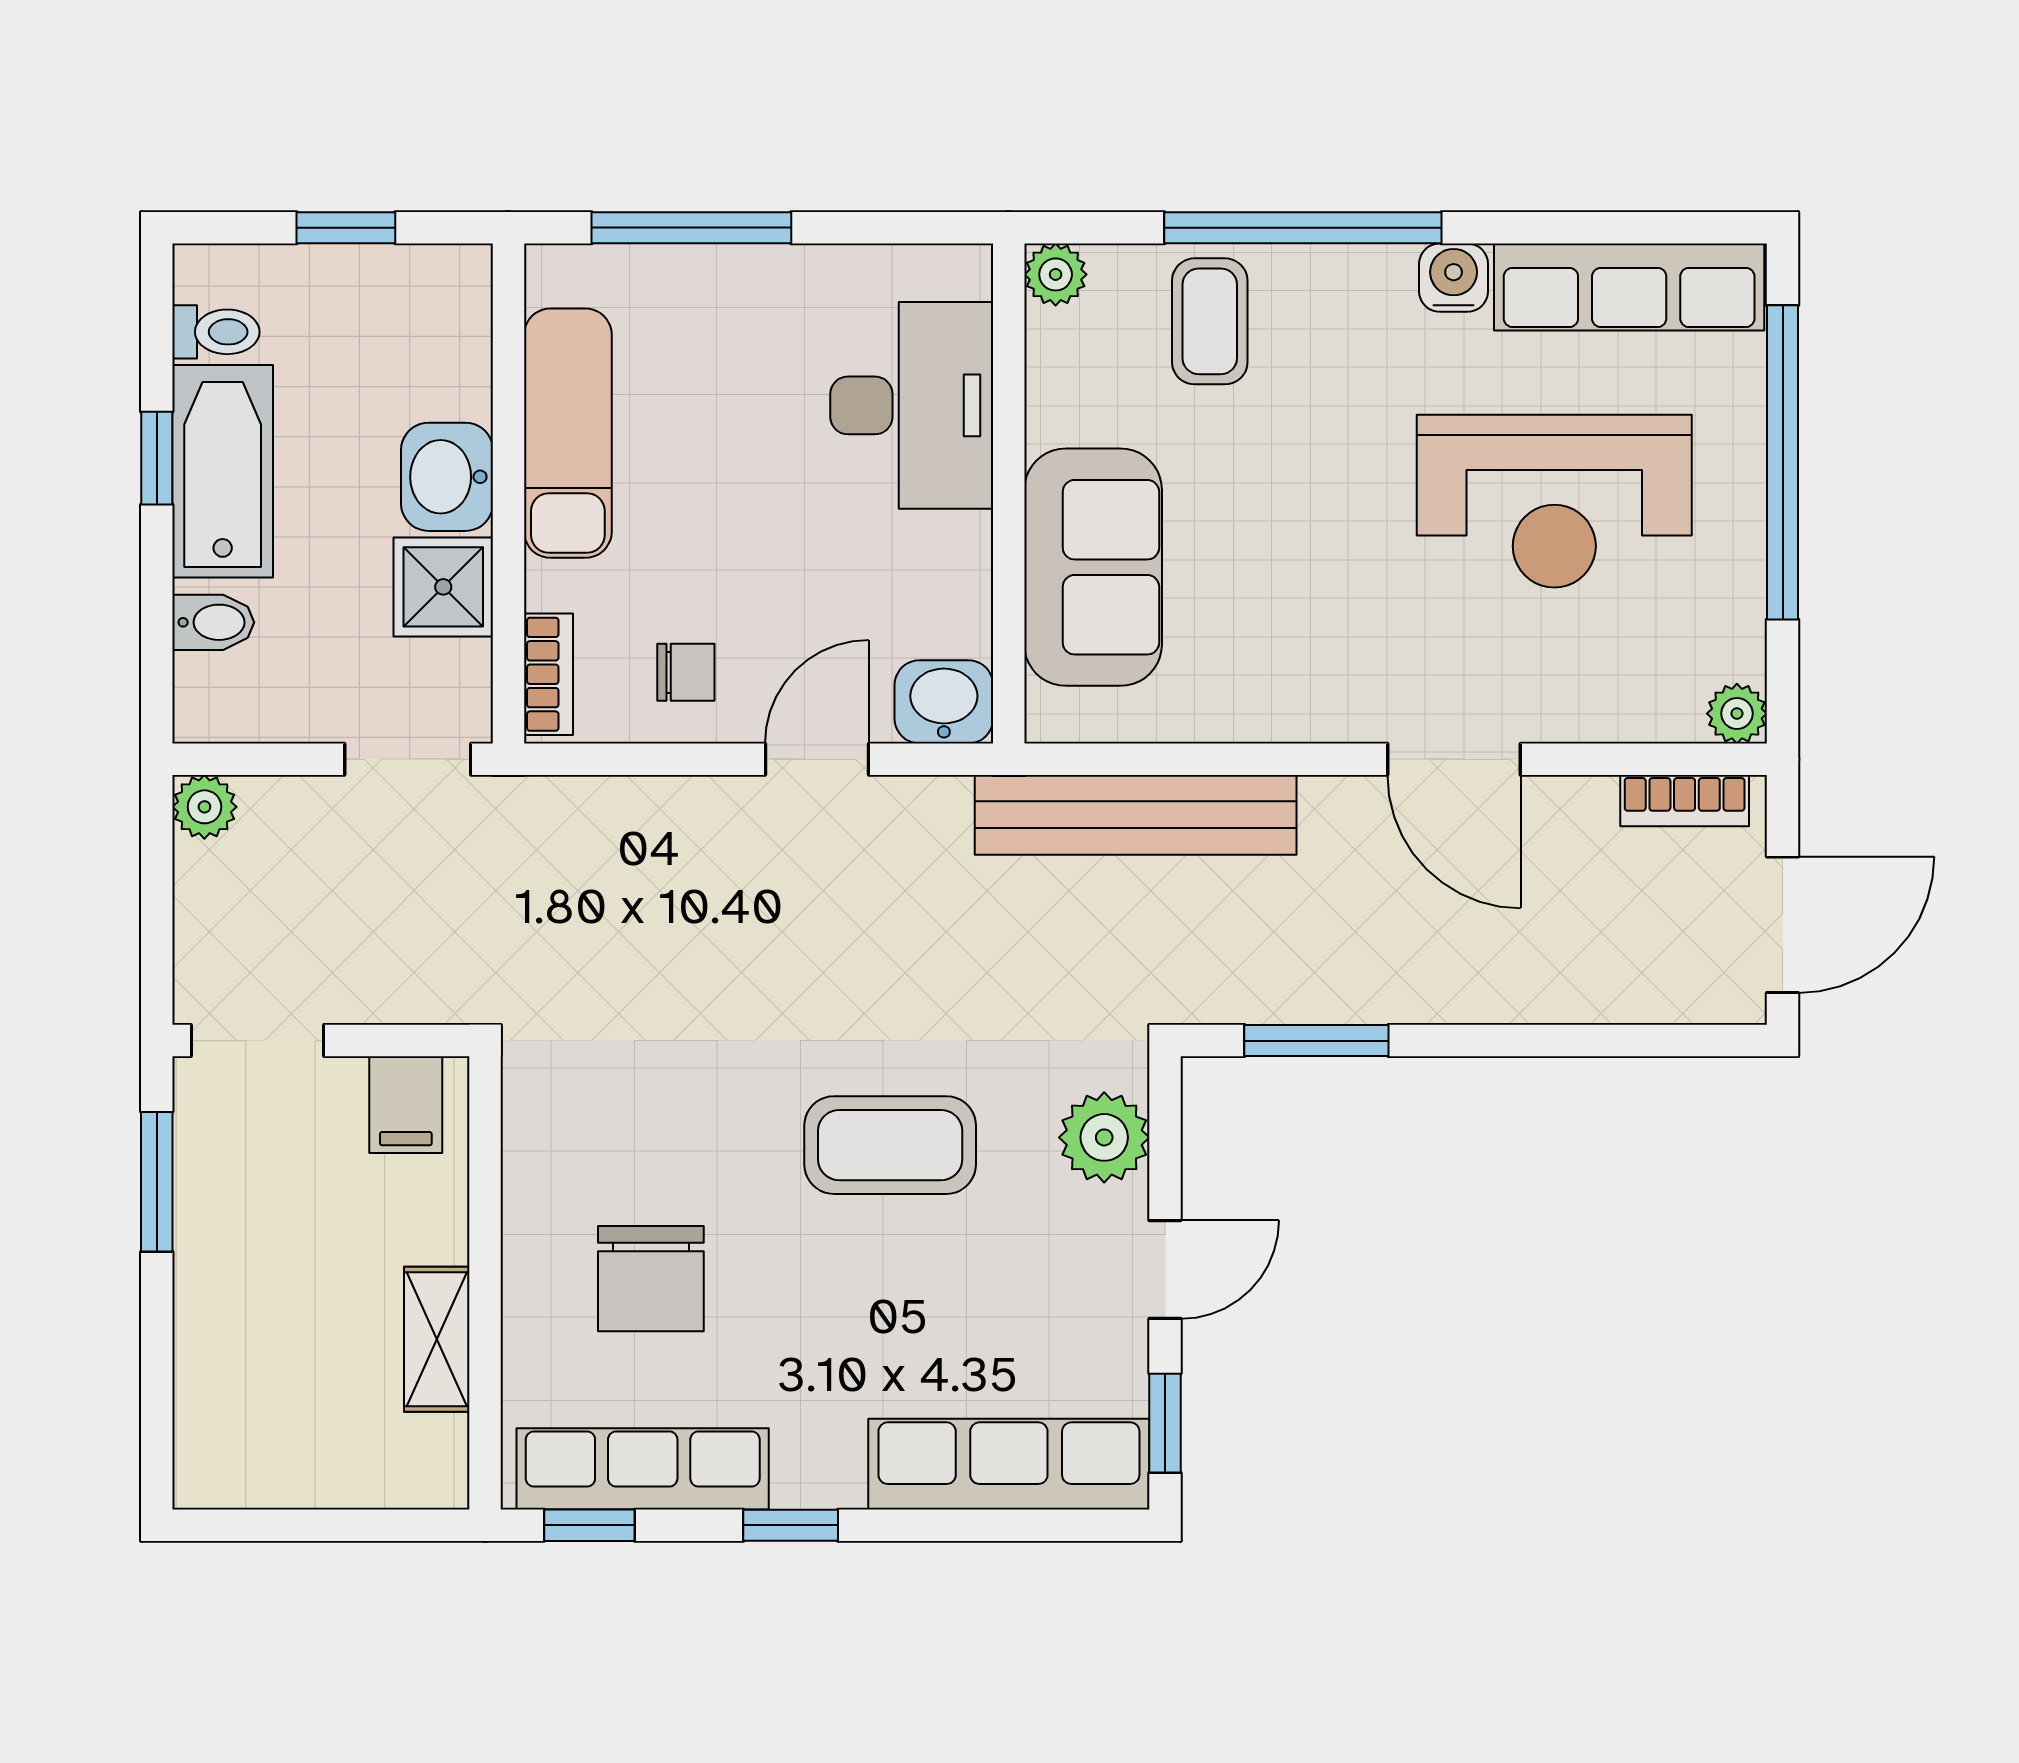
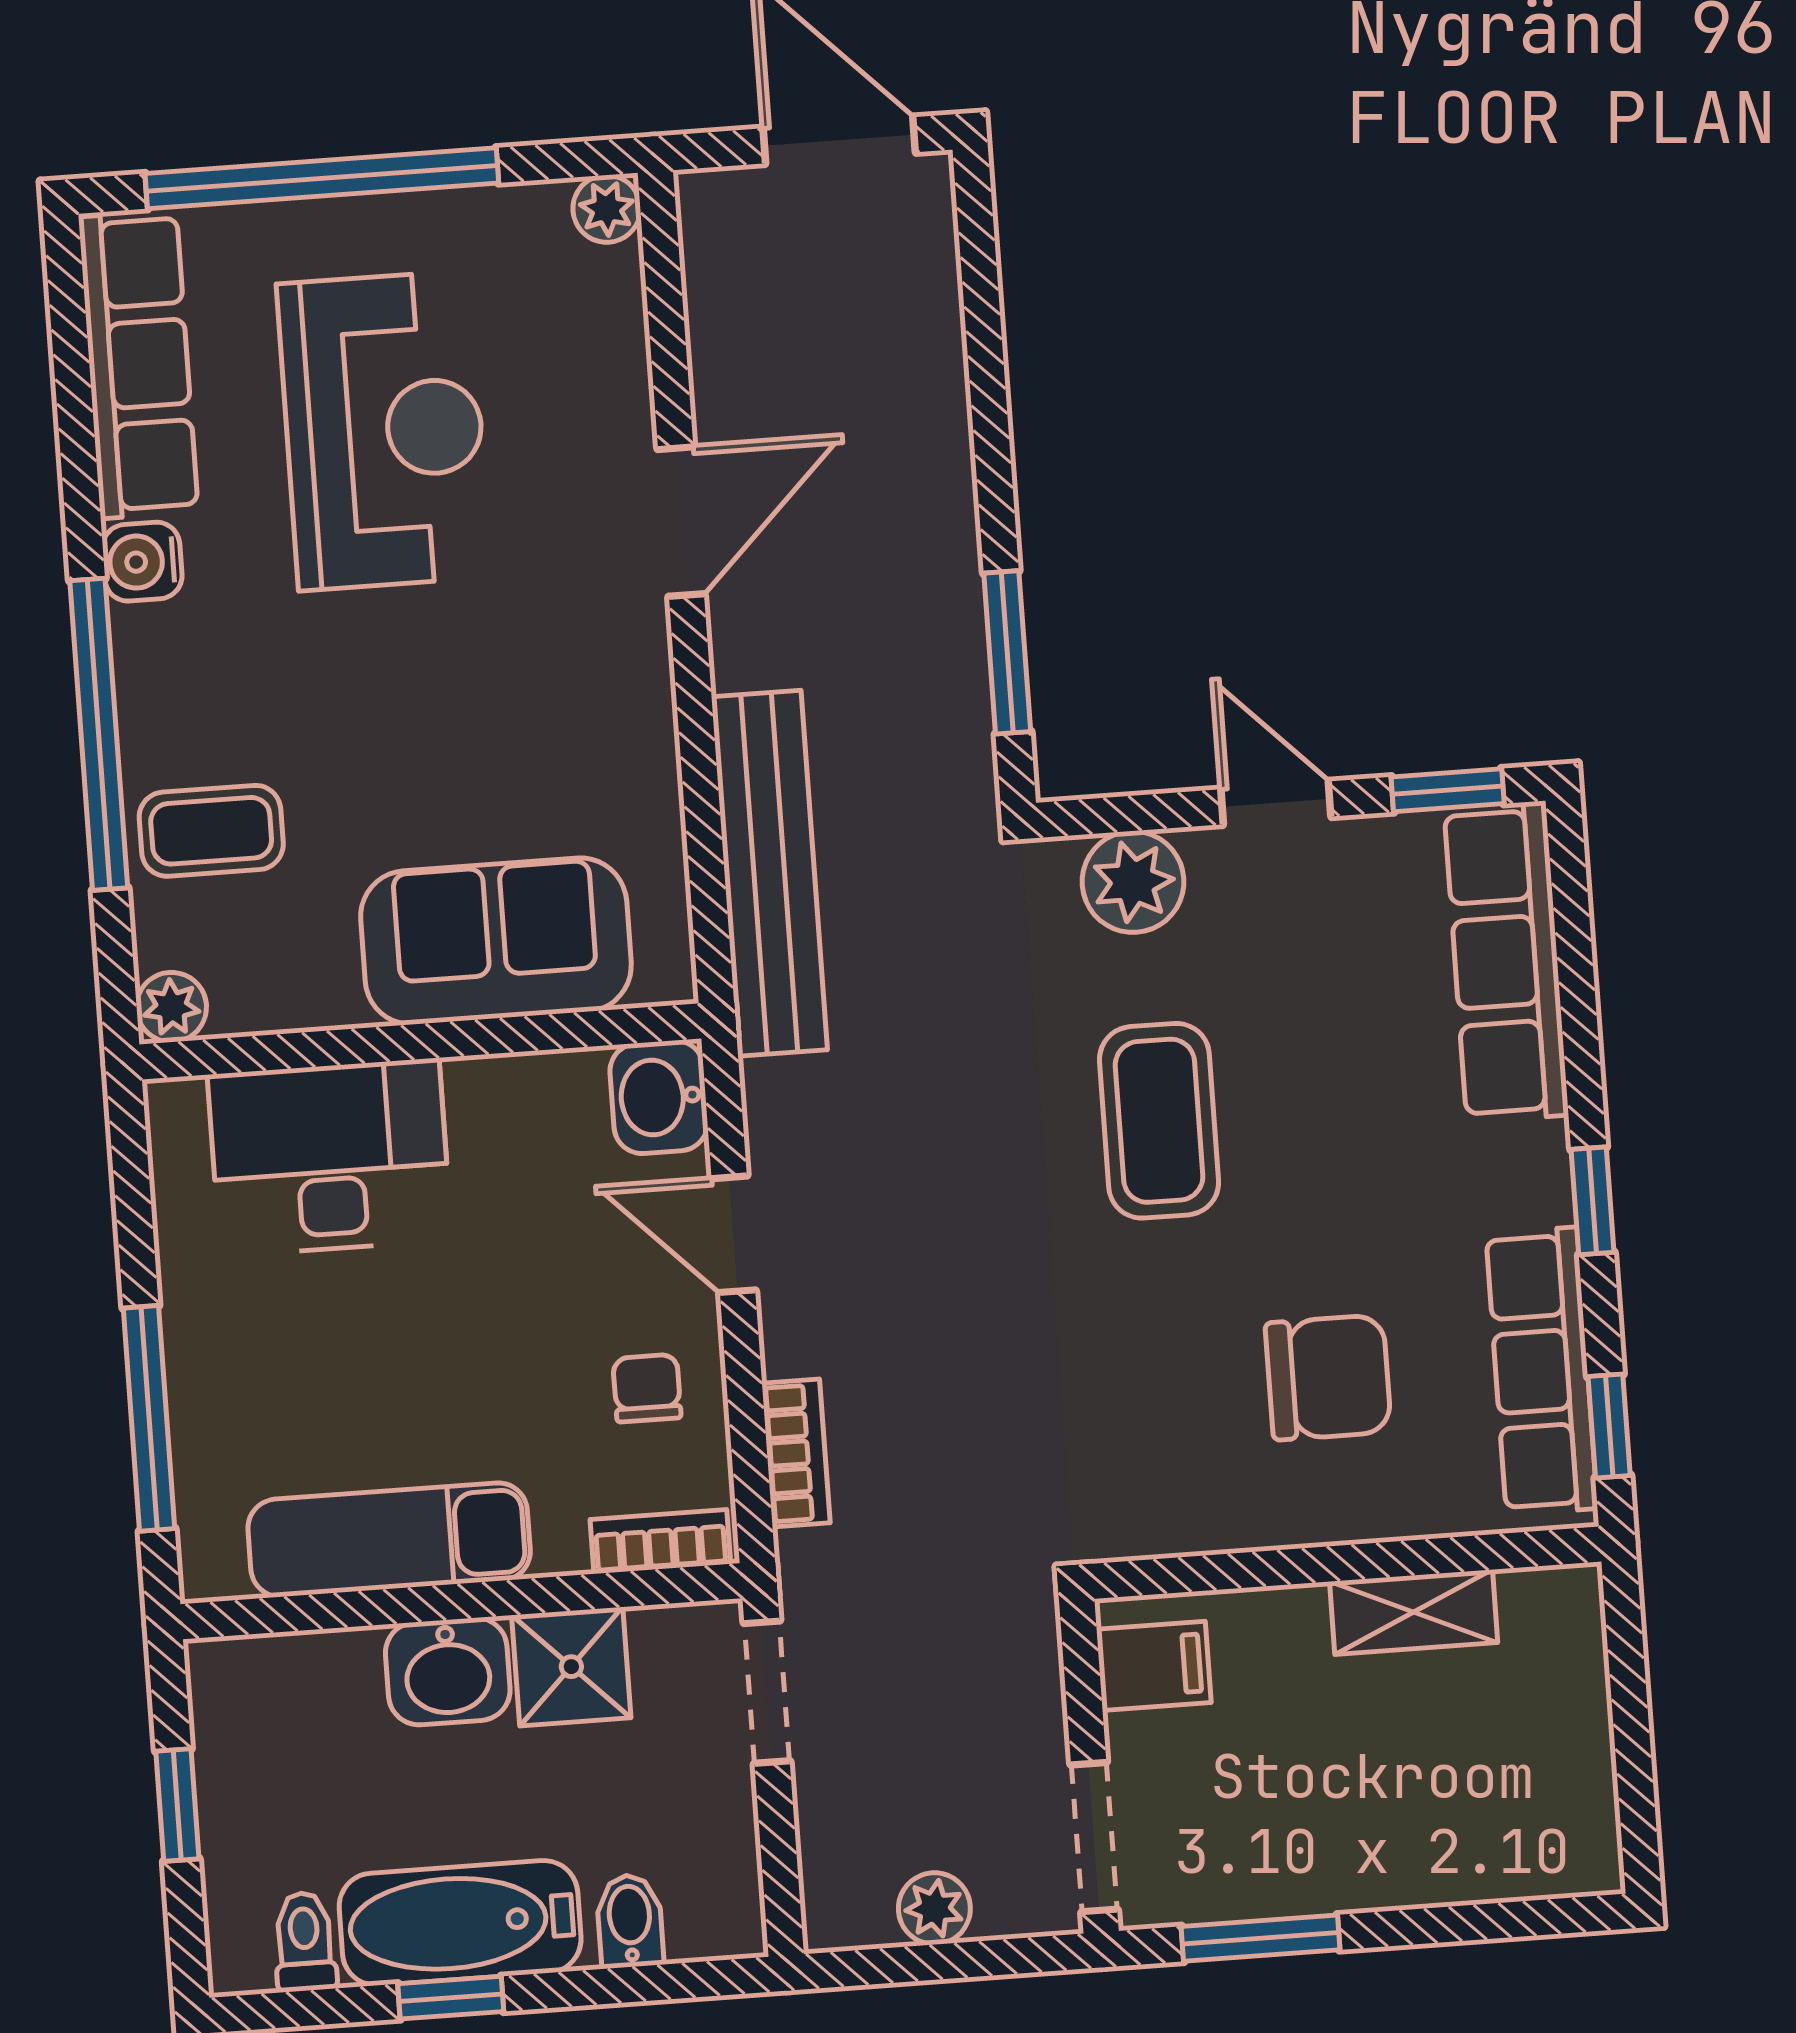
bookcase: (1685, 801) -> (796, 1453), moved
plant: (204, 807) -> (934, 1909), moved

